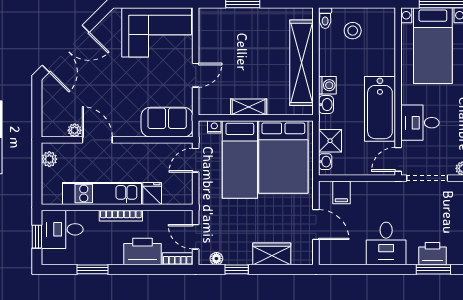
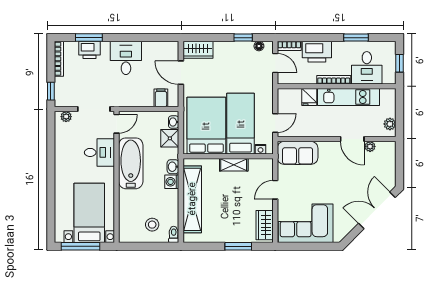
wardrobe: (209, 30) -> (265, 225), added
desk: (62, 229) -> (367, 68), moved, turned 90
wardrobe: (272, 254) -> (198, 50), moved

